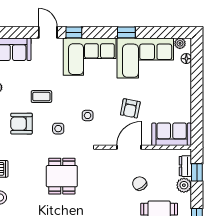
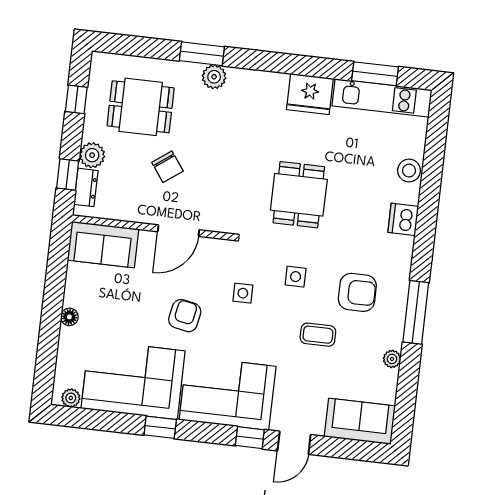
door: (48, 32) -> (294, 443), hinge flipped
floor lamp: (186, 59) -> (69, 317), moved
armchair: (130, 108) -> (185, 316), moved

